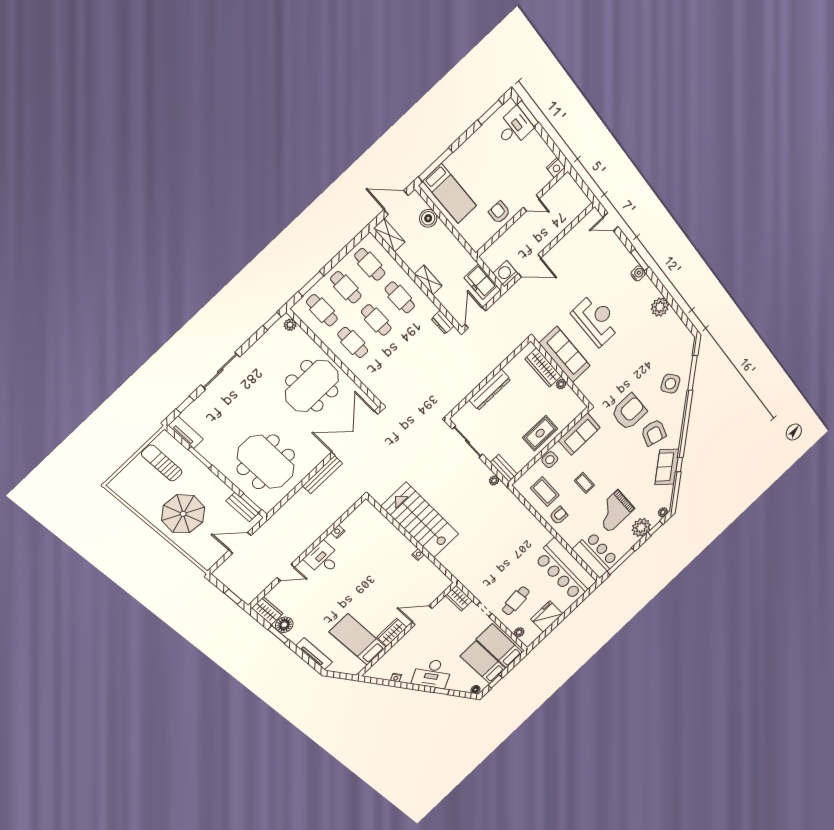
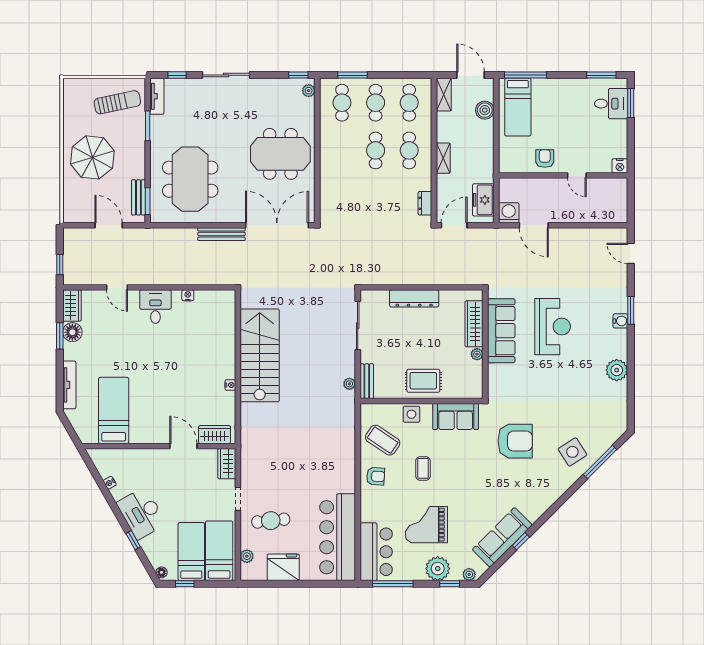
cafe table: (353, 343) -> (342, 150), removed
armchair: (654, 433) -> (522, 484), removed
sun lounger: (162, 463) -> (117, 102), turned 78
sofa: (667, 467) -> (502, 537), width x1.36
coffee table: (545, 492) -> (383, 440), turned -56
wardrobe: (392, 632) -> (215, 435), moved

